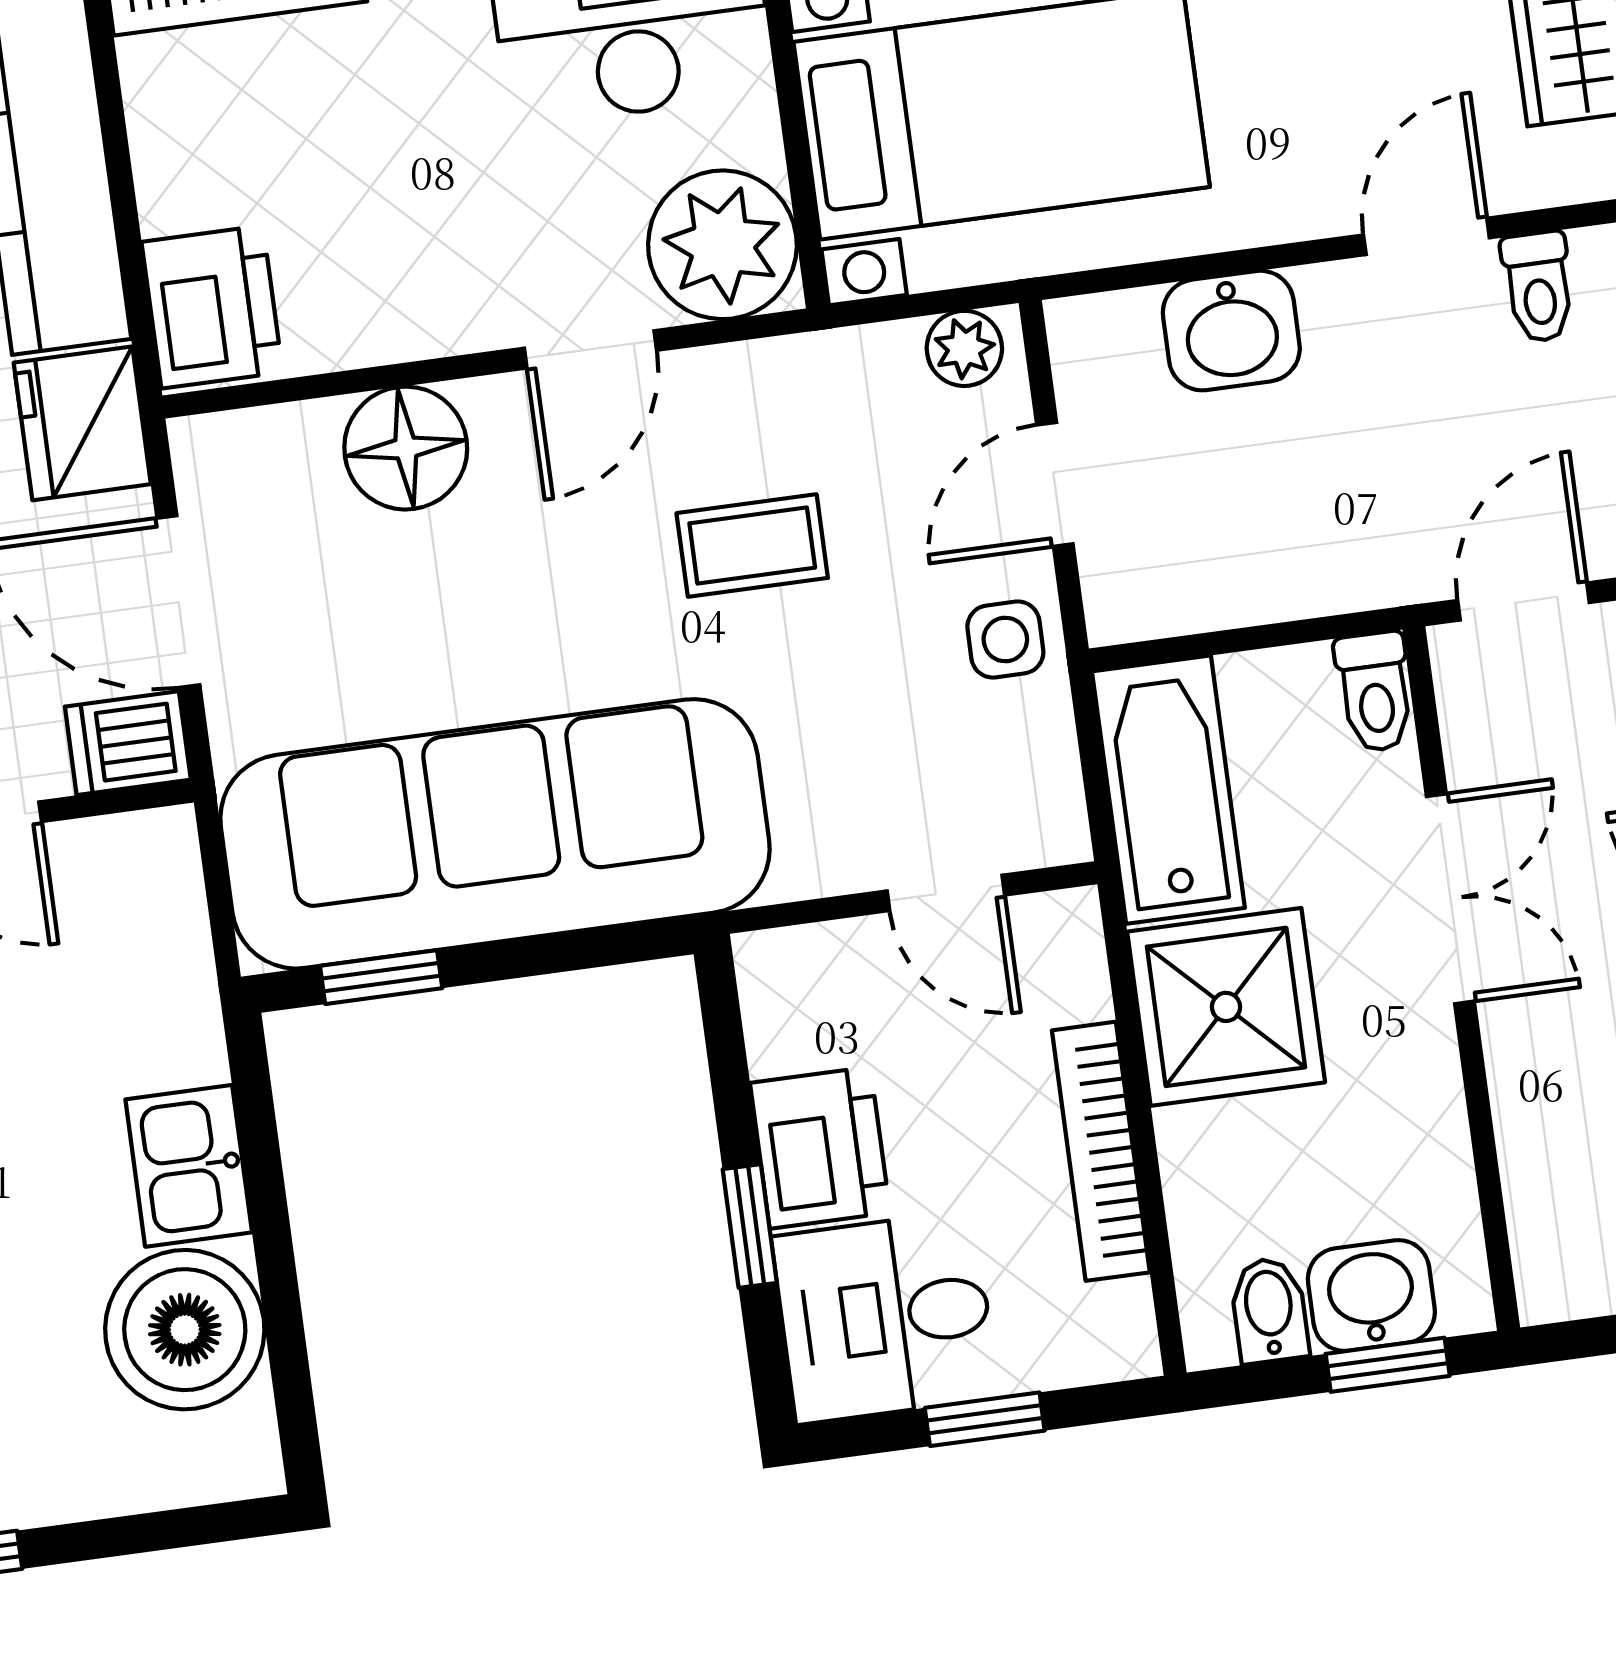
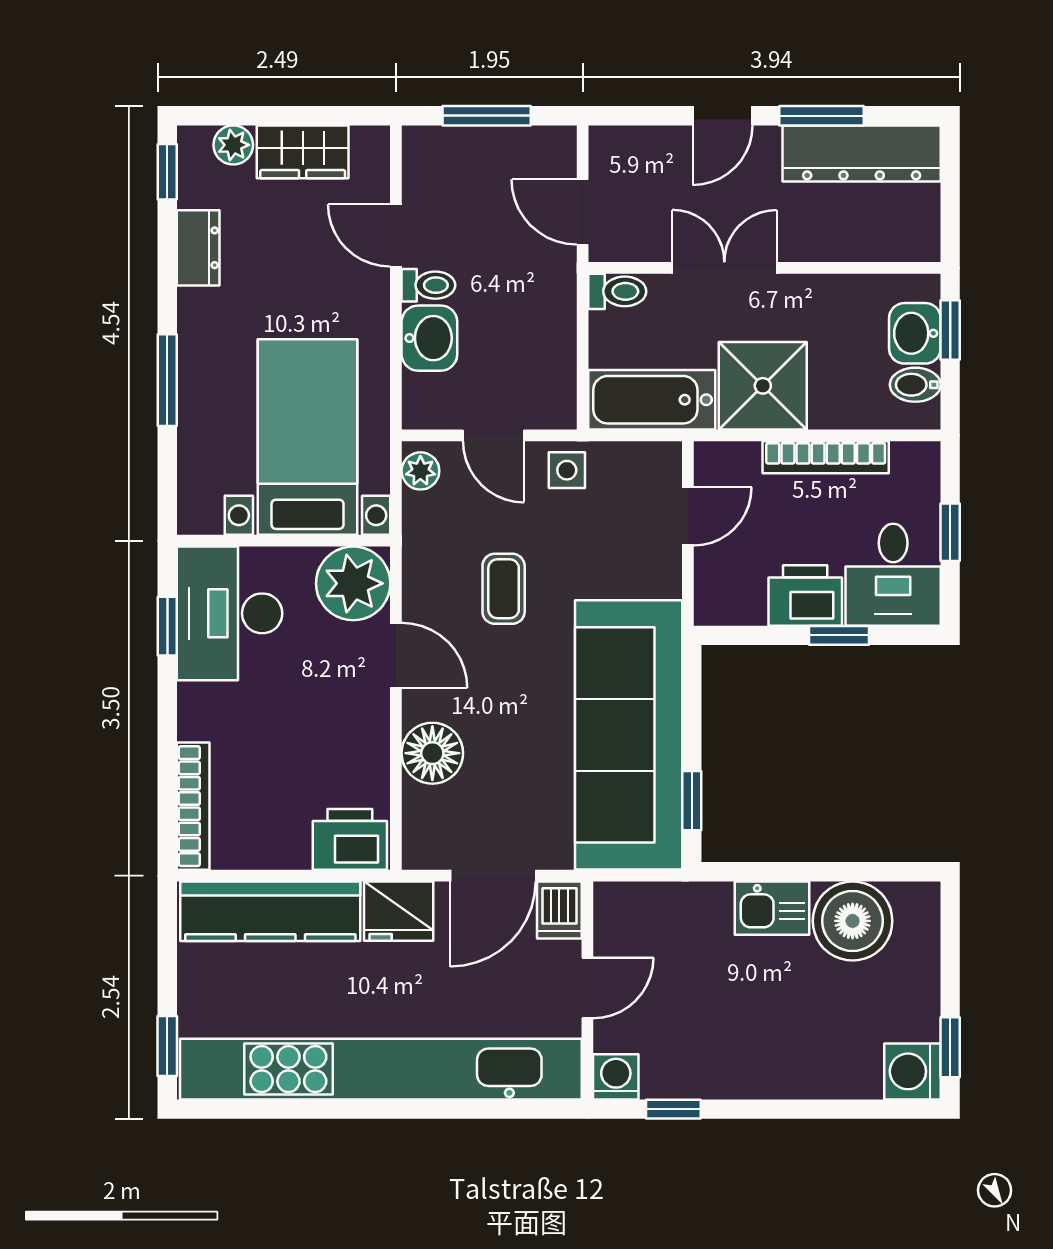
toilet: (1538, 287) -> (428, 285), moved

